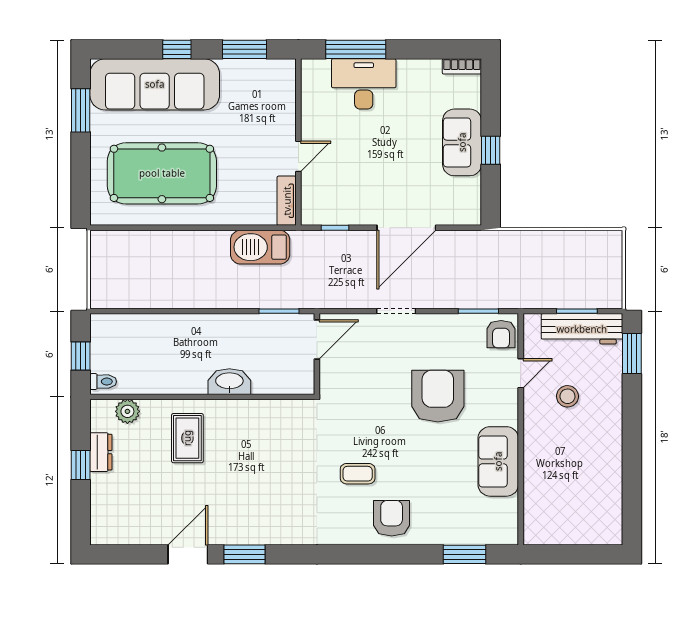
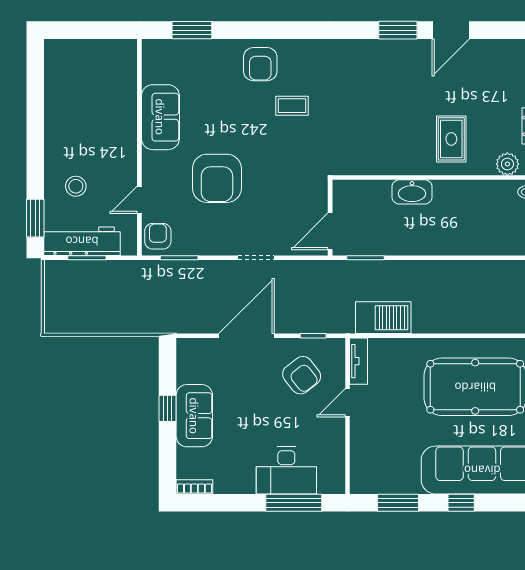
armchair: (347, 186) -> (302, 375), added
stool: (567, 396) -> (76, 186), moved

